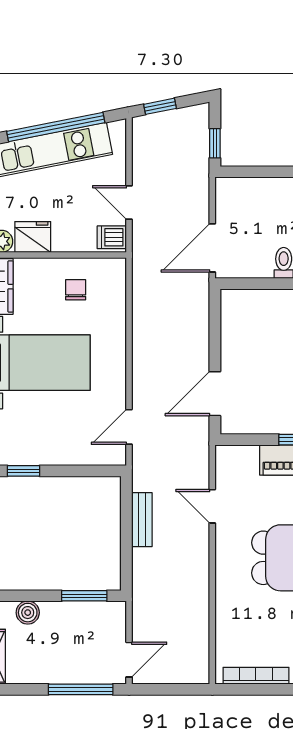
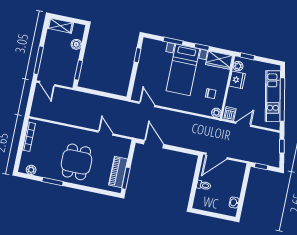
door: (212, 248) -> (216, 156), swing flipped
plant: (116, 268) -> (216, 113), added
door: (212, 506) -> (106, 133), hinge flipped
bench: (142, 520) -> (106, 102), removed

